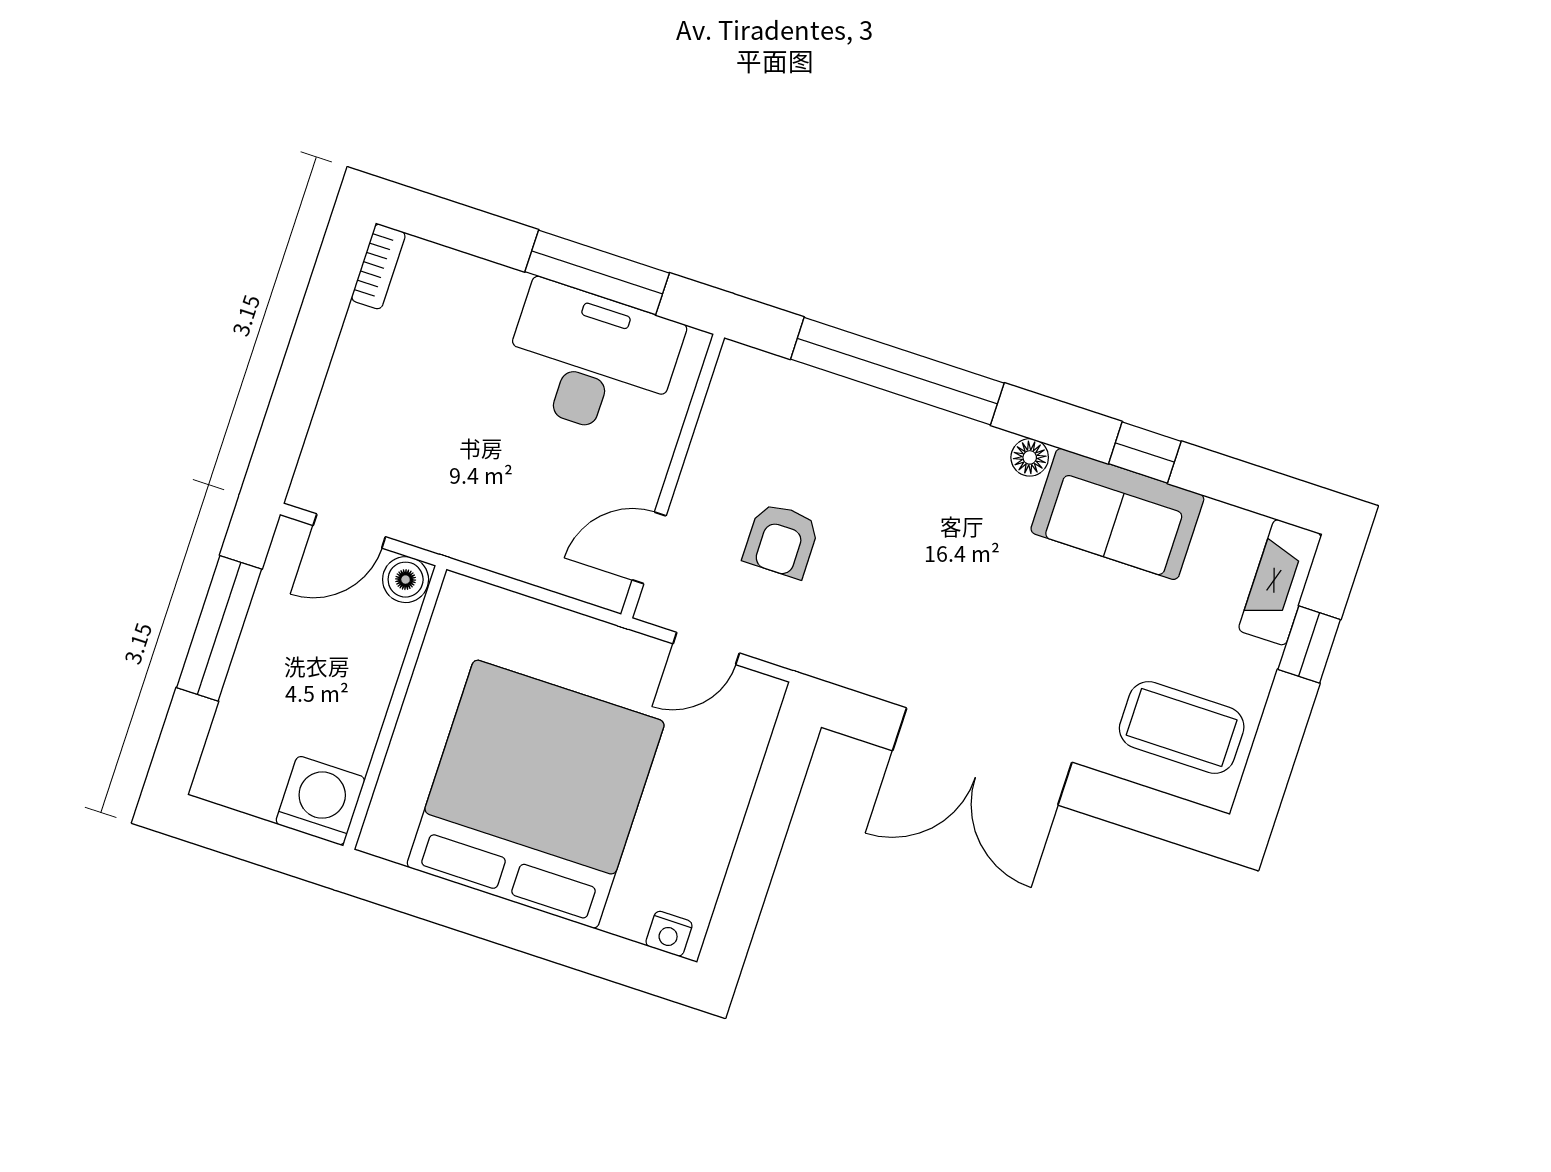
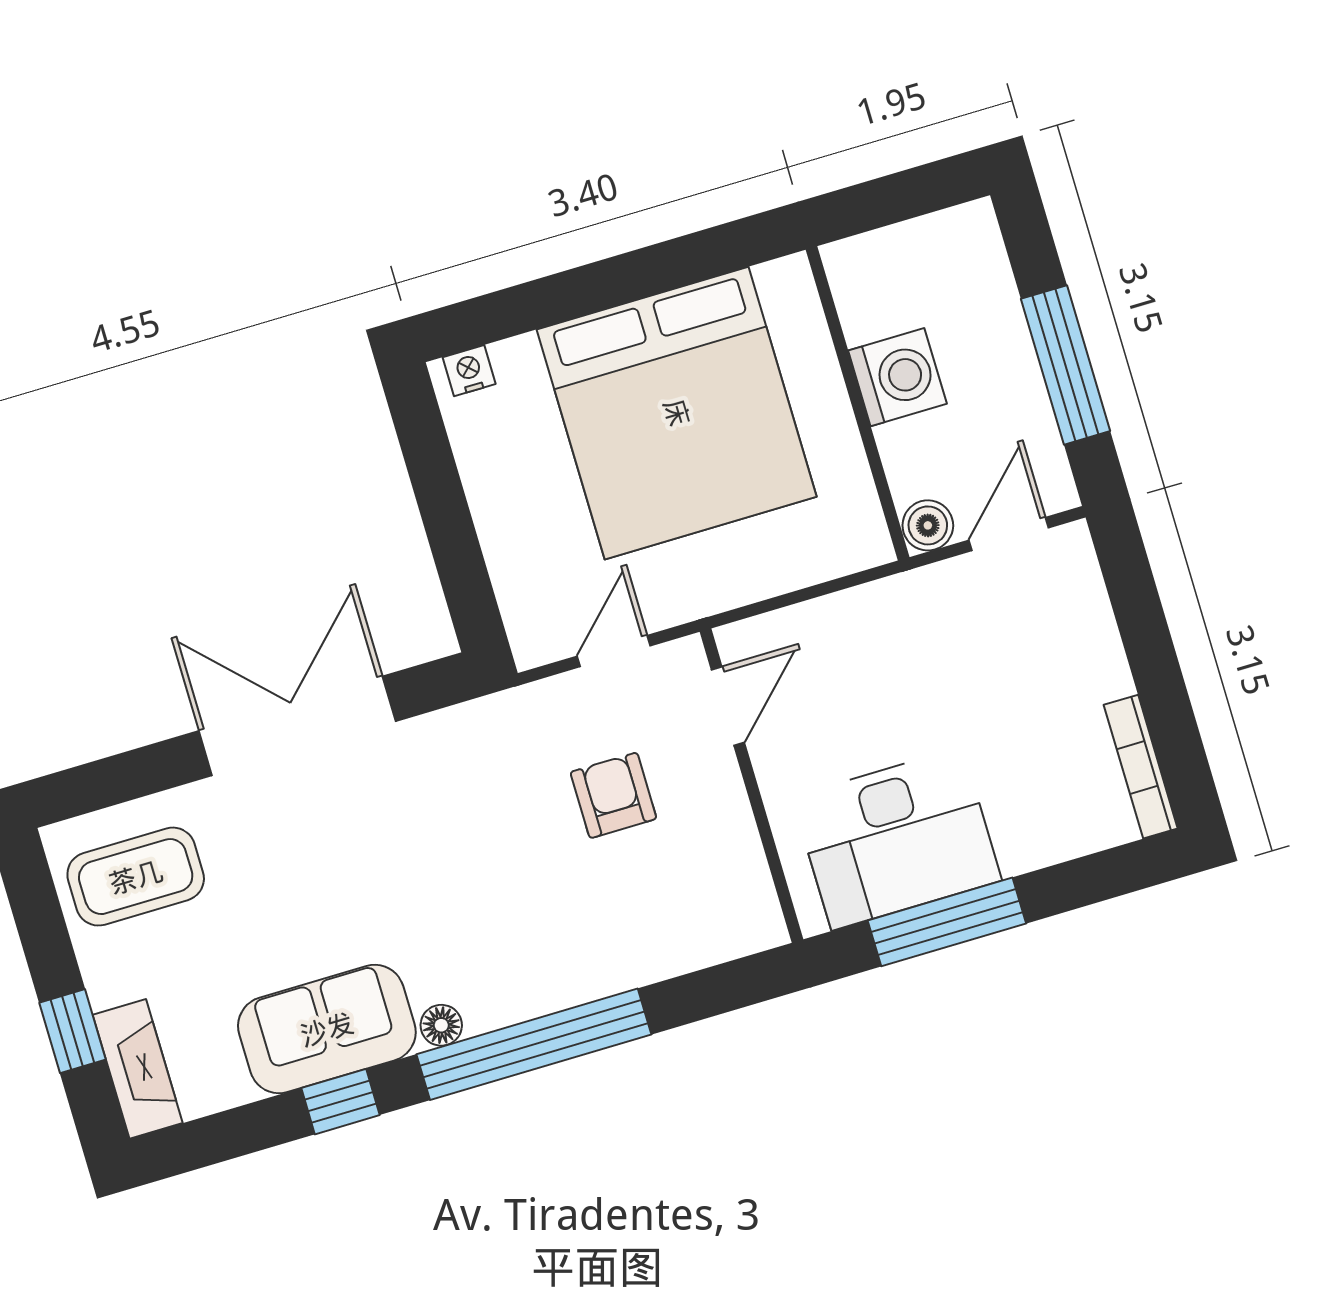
bookcase: (378, 266) -> (1141, 767), width x1.56
window: (897, 371) -> (534, 1044), moved
washing machine: (320, 801) -> (897, 377), moved, turned -90

